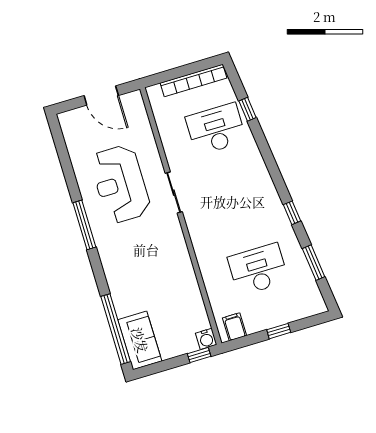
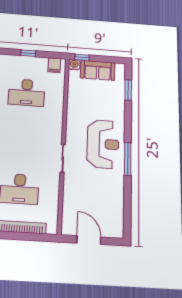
reception desk: (120, 184) -> (103, 144), moved
window: (116, 329) -> (128, 90), width x0.47
sofa: (140, 340) -> (98, 70), moved, turned -90

